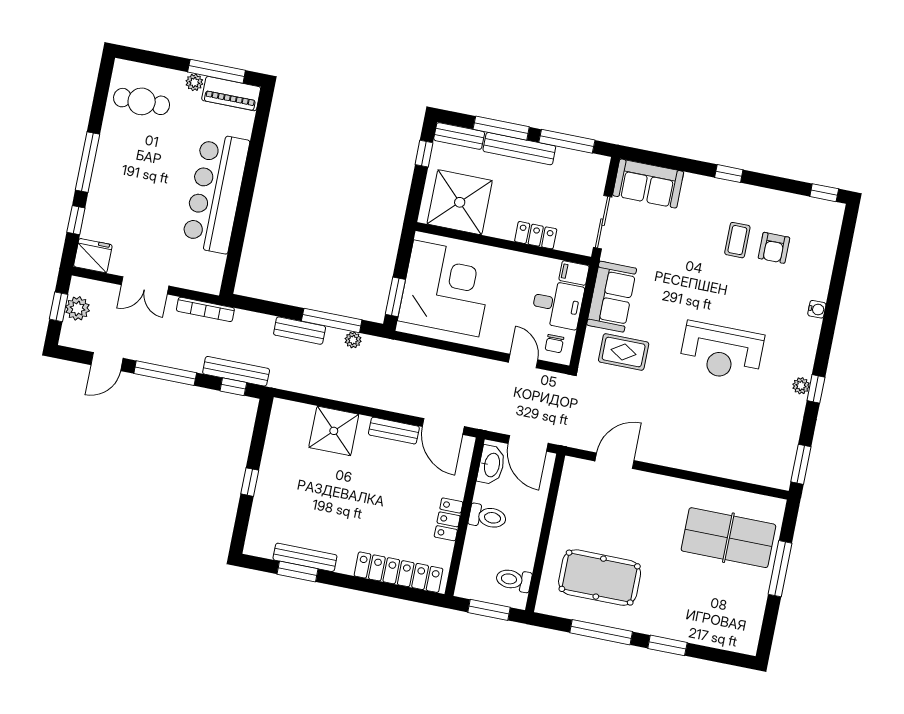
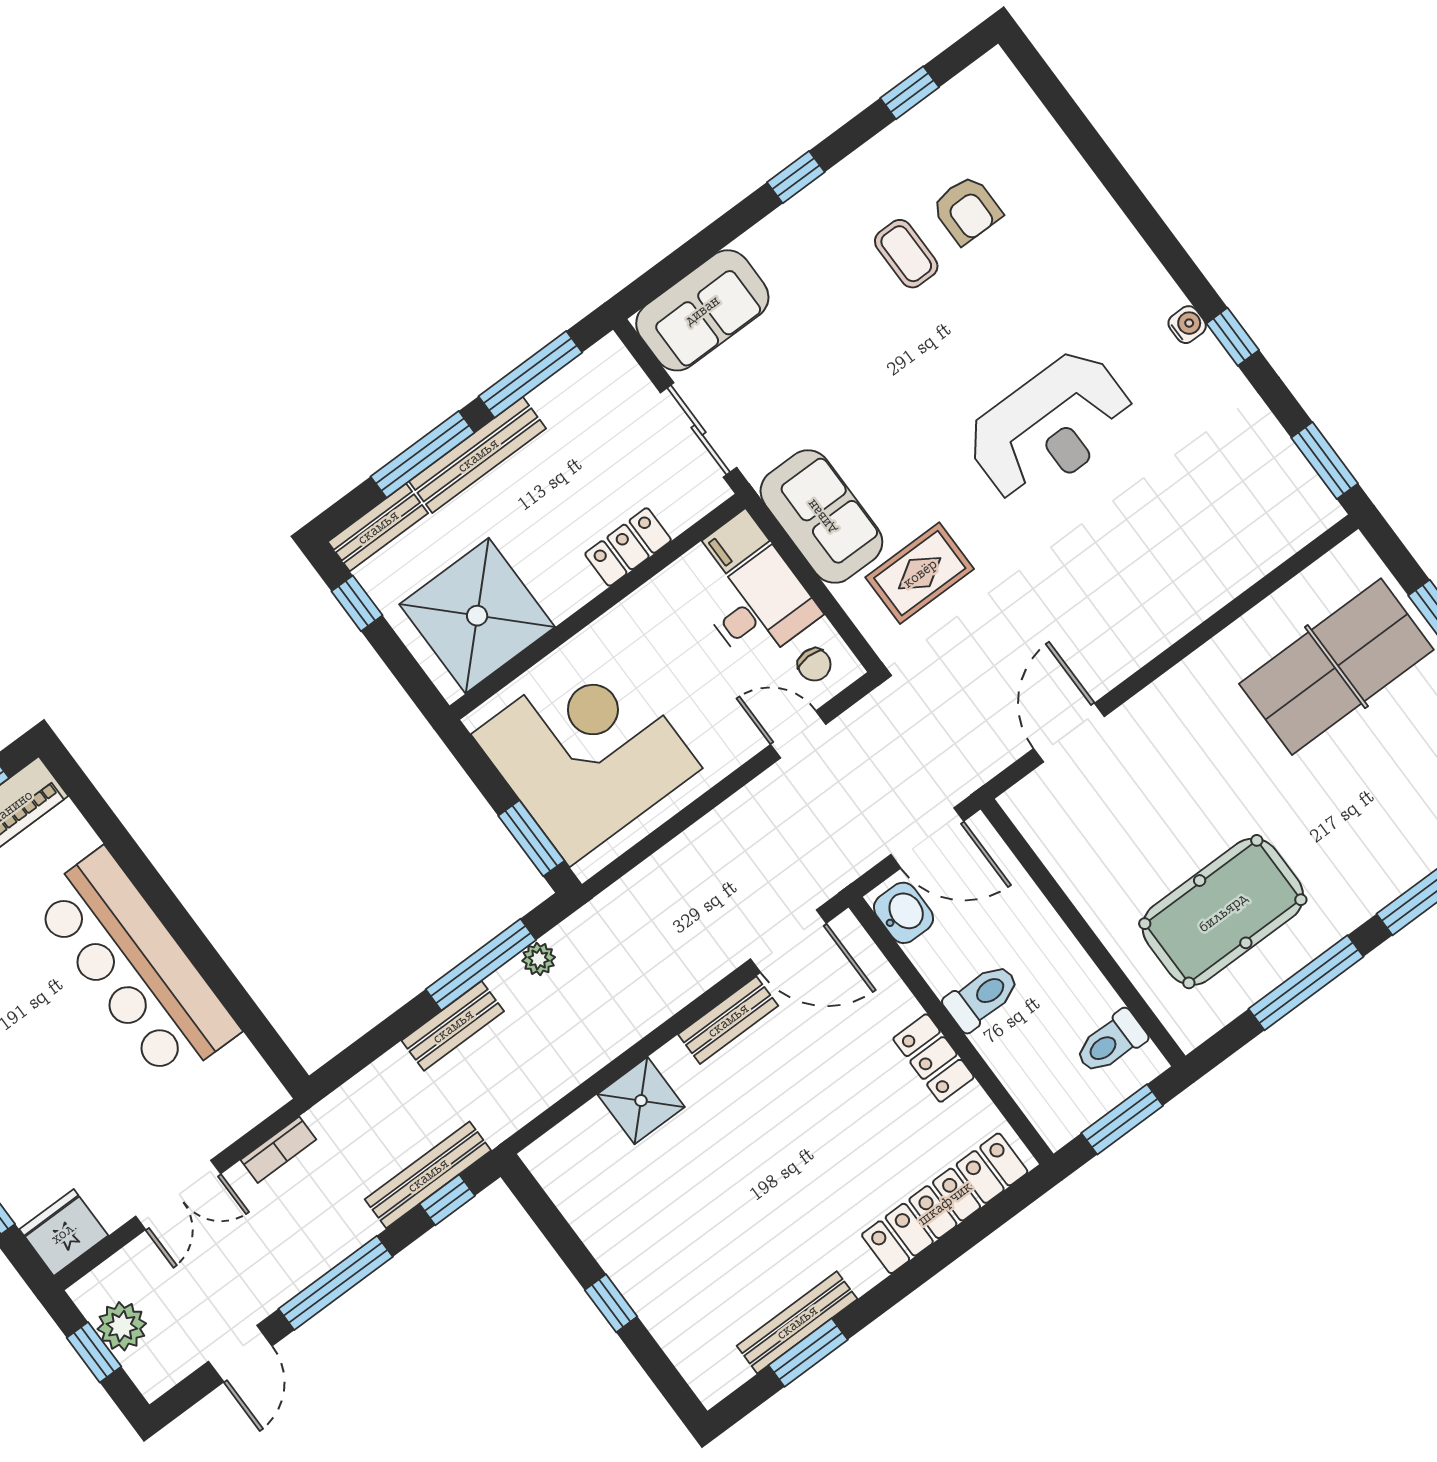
window: (824, 193) -> (910, 93), moved
bookcase: (205, 309) -> (278, 1150), width x0.64
water cooler: (817, 309) -> (1187, 325), moved
plant: (801, 386) -> (1208, 355), removed
shower: (334, 431) -> (641, 1101), width x0.73, depth x0.73
washbasin: (491, 465) -> (903, 913), width x0.72

